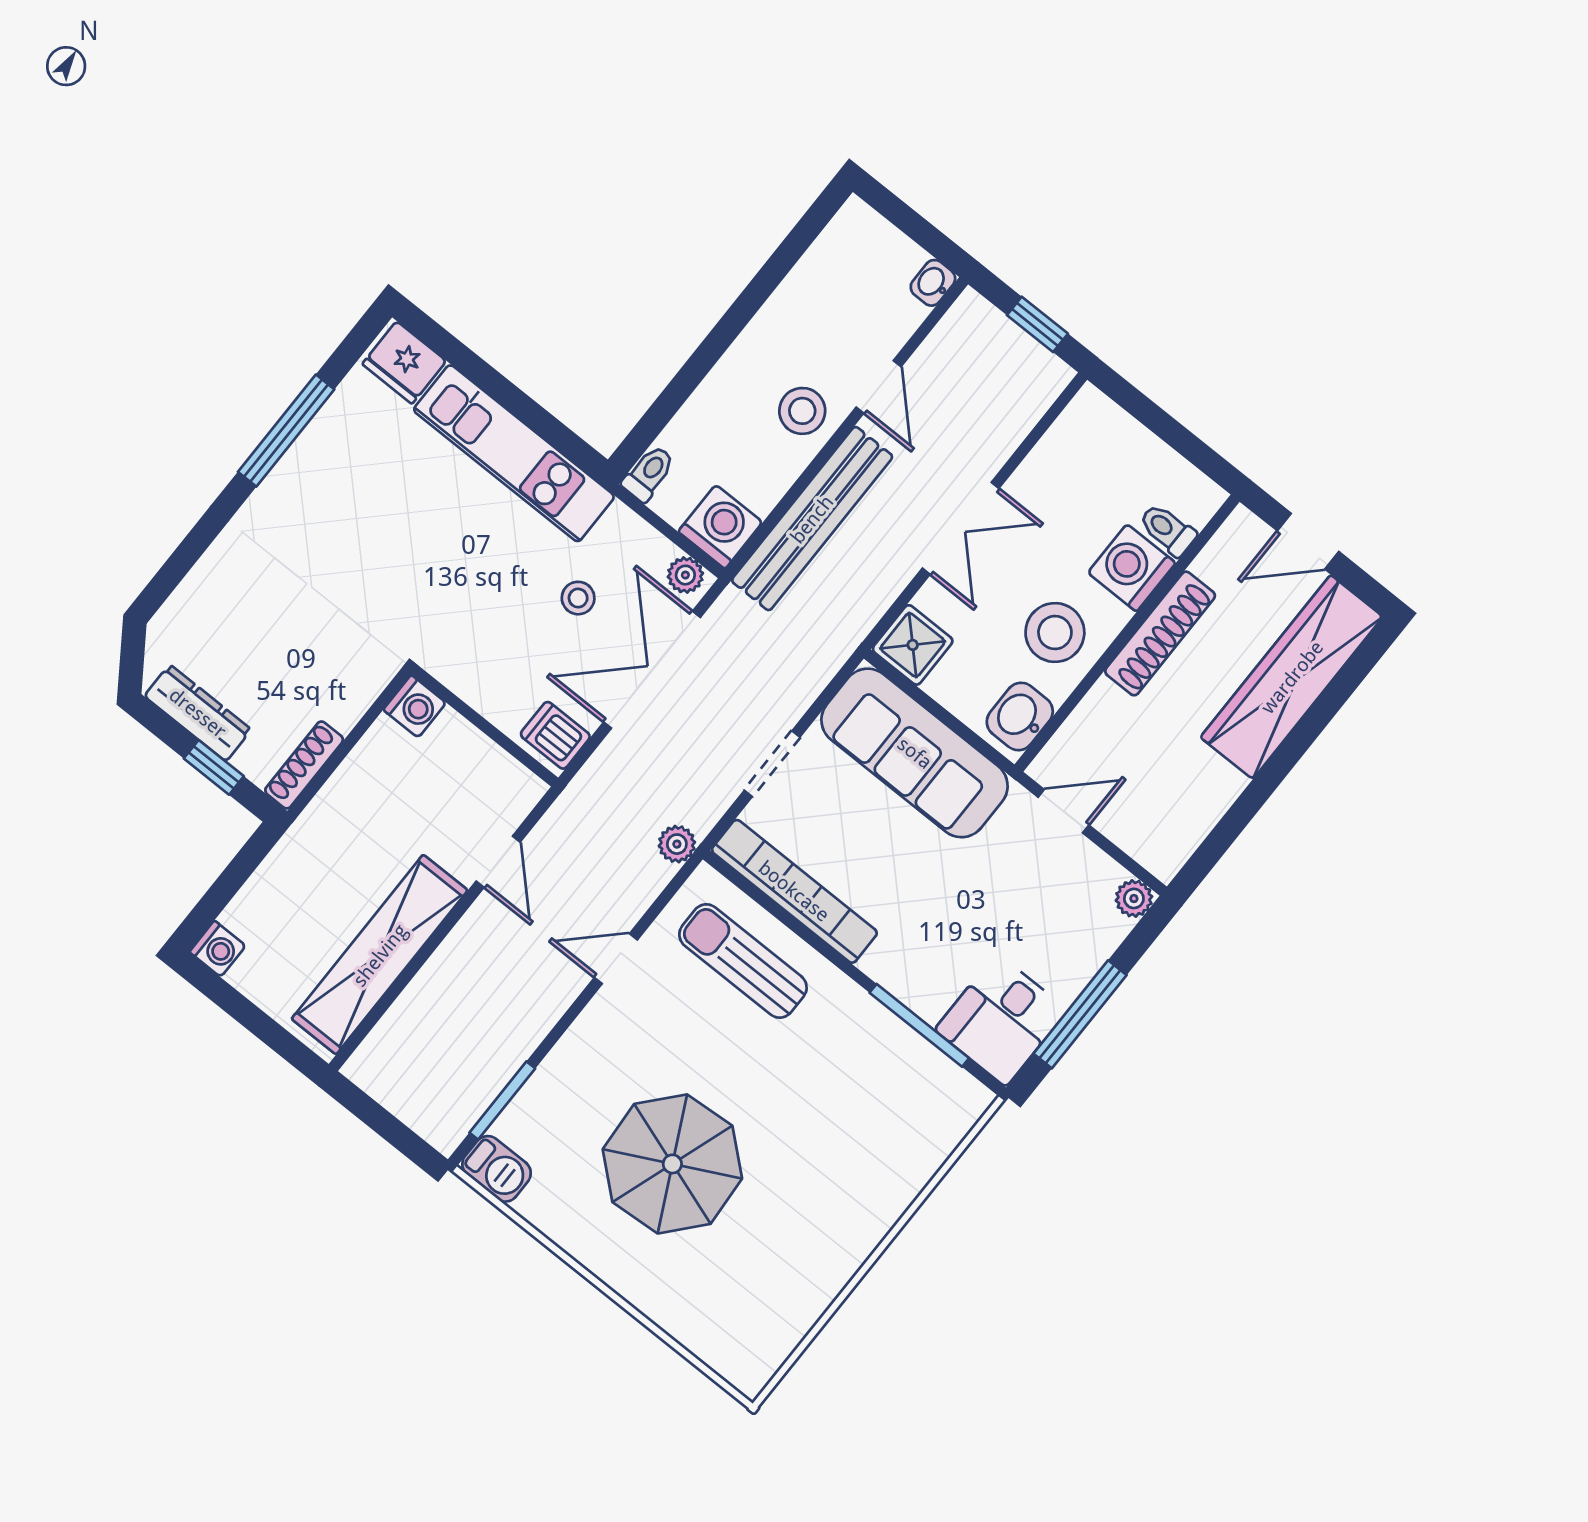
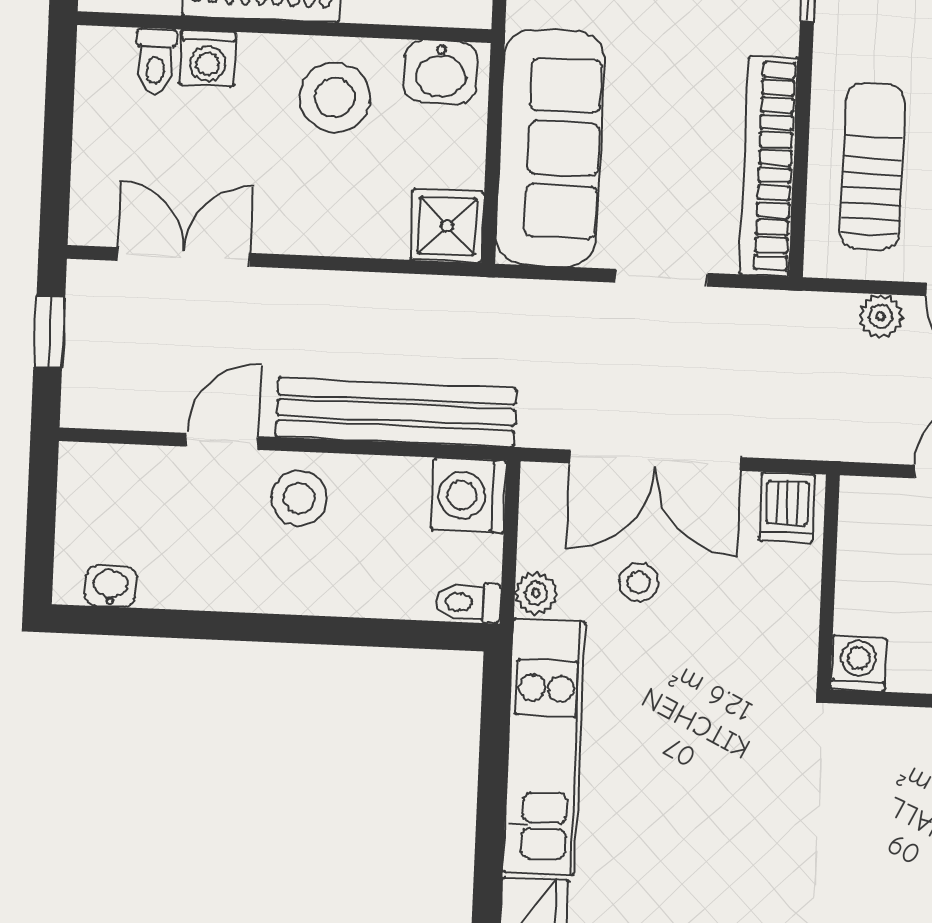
washbasin: (933, 283) -> (111, 586), moved, turned 180
double door: (961, 528) -> (184, 257), moved
washing machine: (1132, 568) -> (208, 58), width x0.73, depth x0.73
plant: (685, 575) -> (536, 593), moved
plant: (677, 844) -> (881, 316), moved
sun lounger: (743, 961) -> (873, 166), turned 180

